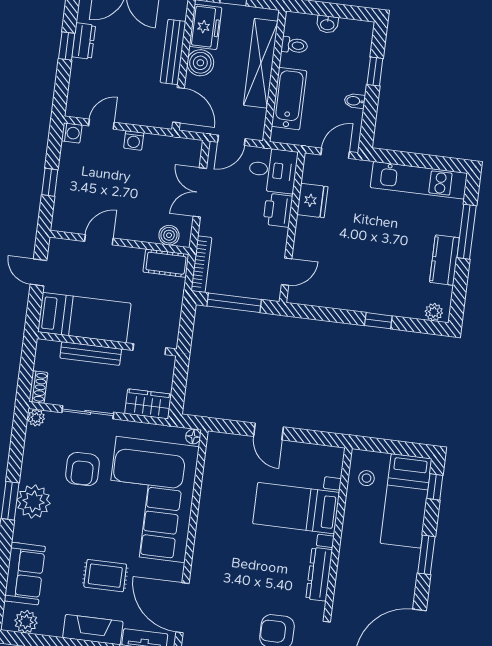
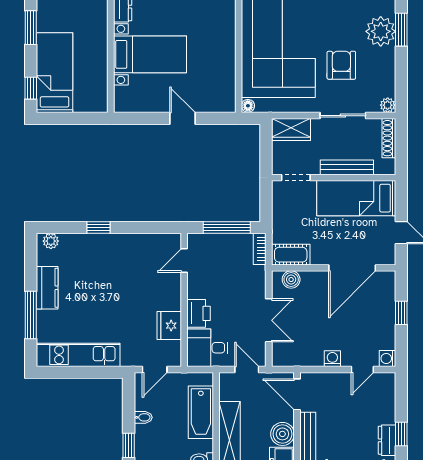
door: (231, 140) -> (247, 369), hinge flipped
door: (99, 240) -> (352, 268), width x1.88
bookcase: (201, 264) -> (260, 249), width x0.64
shoe rack: (38, 387) -> (389, 138), width x1.43
stool: (366, 478) -> (92, 88), removed

